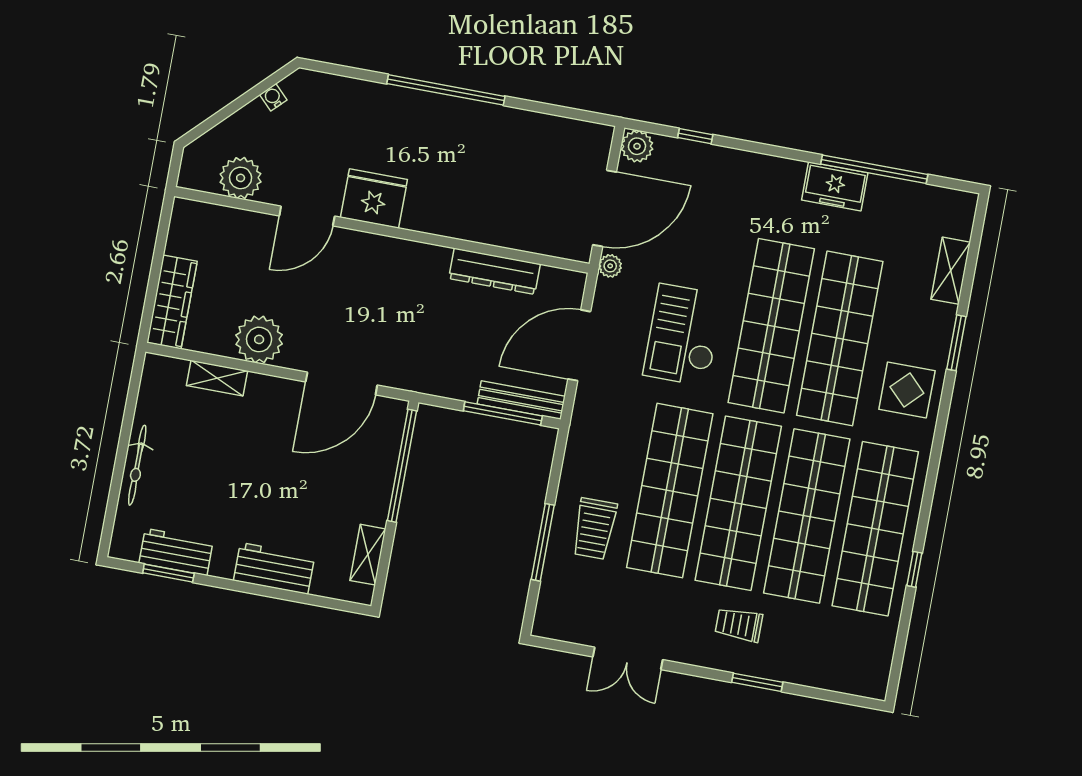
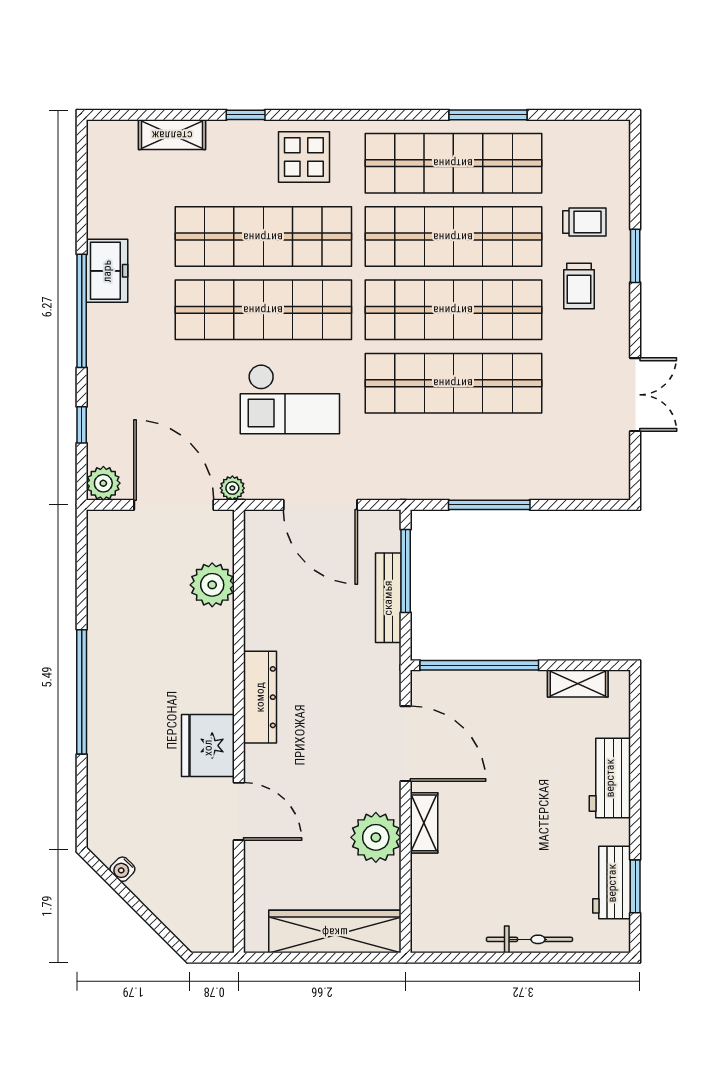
window: (874, 169) -> (82, 311), moved
plant: (241, 178) -> (212, 585), moved
dresser: (494, 271) -> (260, 697), moved
wardrobe: (172, 302) -> (335, 932), width x1.40, depth x1.17
window: (956, 343) -> (246, 115), width x0.67
shelving: (217, 378) -> (424, 823), moved
bench: (521, 400) -> (388, 598), moved
trolley: (594, 529) -> (584, 222), moved, width x0.73, depth x0.72
window: (543, 542) -> (489, 505), moved
window: (914, 569) -> (488, 115), width x2.17

